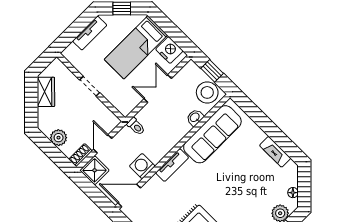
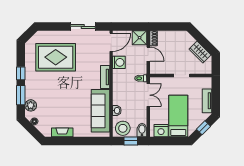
bidet: (189, 71) -> (142, 130), added
double door: (158, 89) -> (148, 95), moved
plant: (59, 138) -> (172, 36), removed

